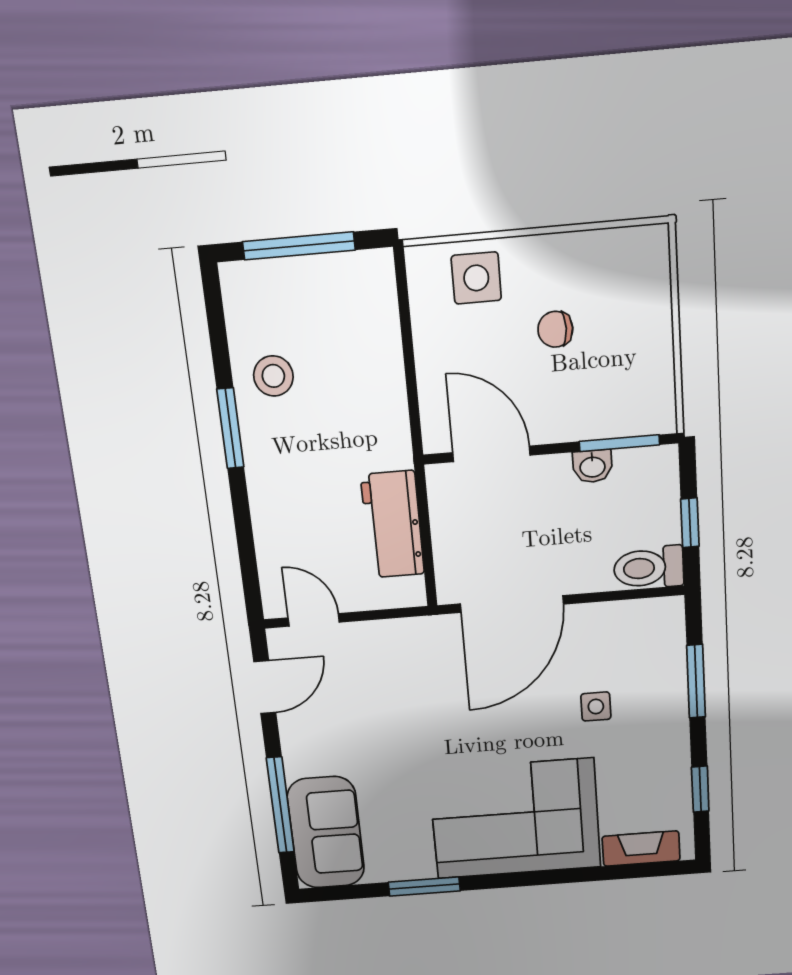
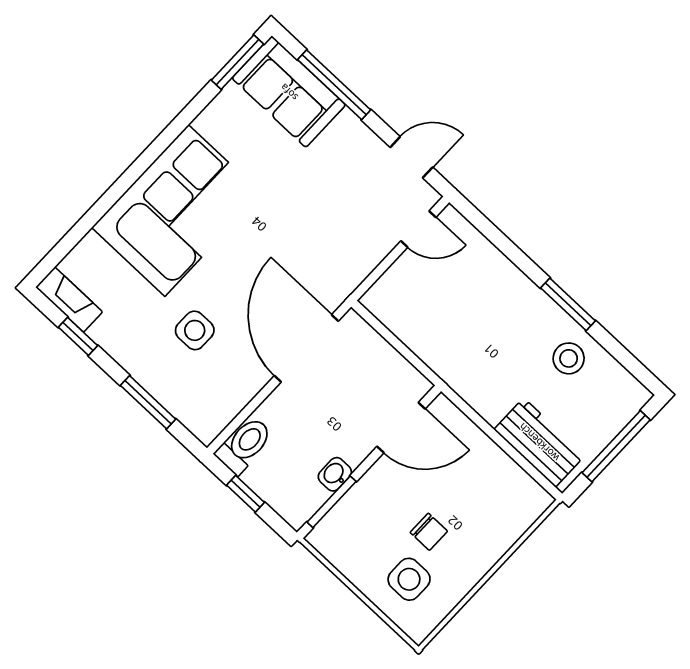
side table: (476, 278) -> (409, 579), moved
chair: (555, 329) -> (429, 532), turned 90
workbench: (392, 524) -> (539, 442), moved
door: (265, 687) -> (411, 157), swing flipped
side table: (596, 707) -> (195, 330), width x1.37, depth x1.37
fireplace: (641, 848) -> (69, 299), moved, turned -90
window: (424, 887) -> (237, 62), moved

